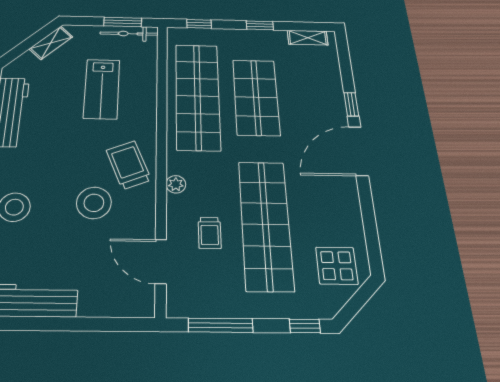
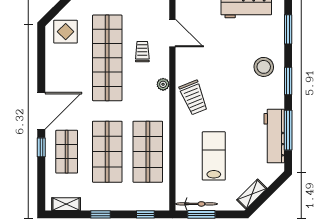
shop shelf: (198, 96) -> (148, 152), width x0.71
shop shelf: (314, 98) -> (67, 152), added
stool: (94, 203) -> (215, 71), removed

